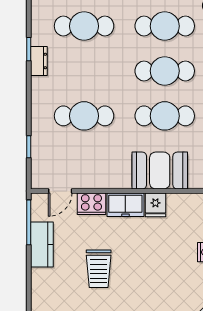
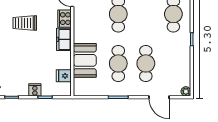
cafe table: (165, 26) -> (173, 63), removed
fridge: (155, 205) -> (64, 76), moved

